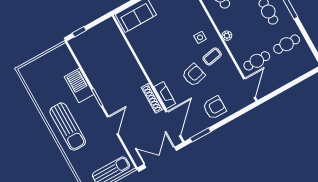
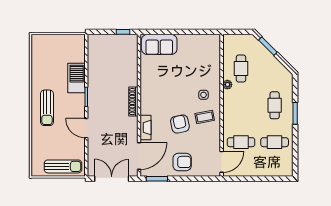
window: (79, 32) -> (123, 32), moved
plant: (227, 36) -> (227, 85), moved
armchair: (194, 75) -> (180, 124), turned -87
shoe rack: (152, 98) -> (133, 102), moved
door: (113, 125) -> (86, 128), swing flipped
sun lounger: (68, 127) -> (47, 108), width x0.73, depth x0.75

